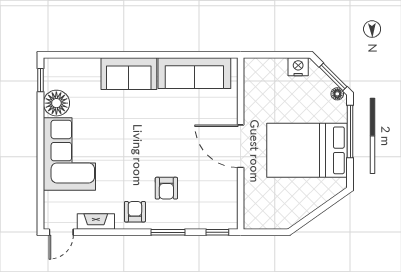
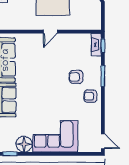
door: (241, 146) -> (50, 32), width x0.53
armchair: (166, 188) -> (76, 77), turned 180
fireplace: (96, 221) -> (96, 45), moved

